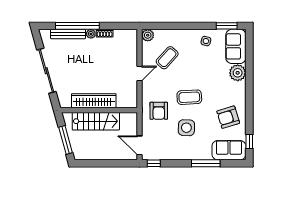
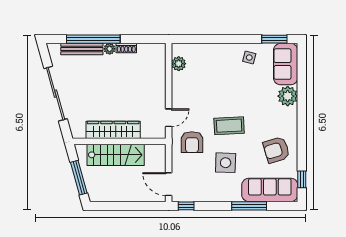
plant: (148, 35) -> (179, 64), moved
coffee table: (167, 58) -> (202, 78), removed
door: (139, 74) -> (169, 118), moved
sofa: (229, 150) -> (270, 190), width x1.36

